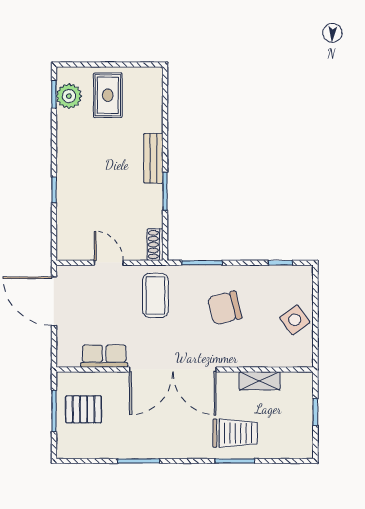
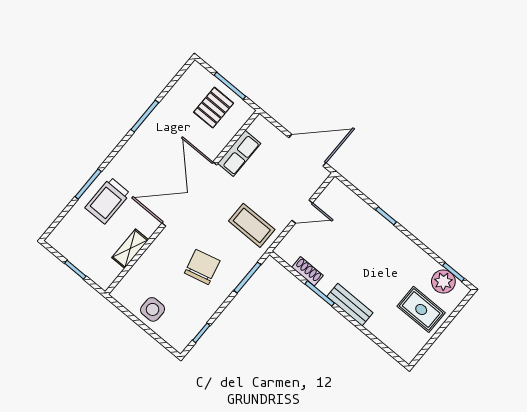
shoe rack: (155, 245) -> (307, 271), moved
side table: (295, 320) -> (153, 309), turned 36

